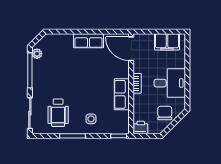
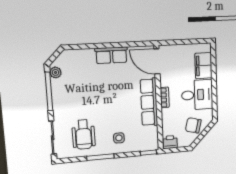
filing cabinet: (167, 42) -> (204, 66), moved, turned 90
row of seats: (122, 94) -> (149, 102), width x1.48
chair: (165, 113) -> (193, 125), turned -76

